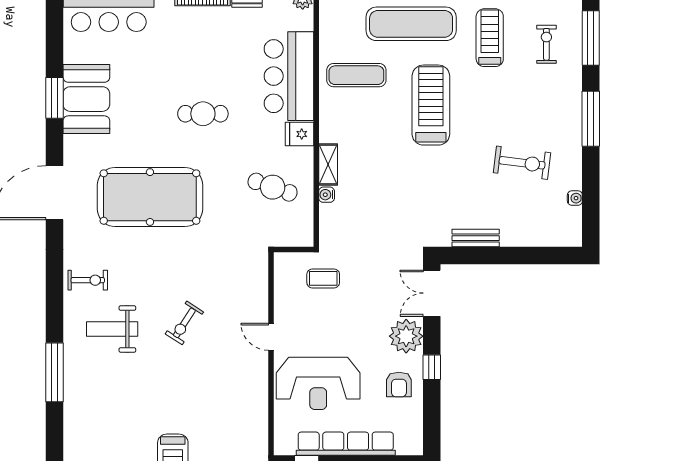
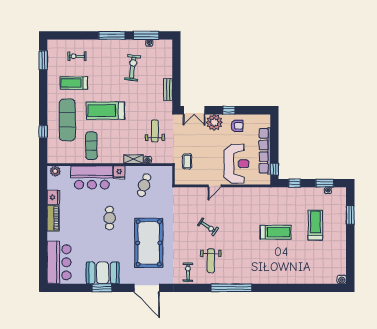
window: (591, 38) -> (146, 35), moved
weight bench: (388, 210) -> (155, 131), added
window: (54, 372) -> (231, 288), width x1.46

